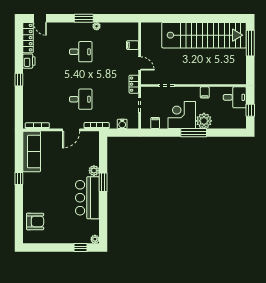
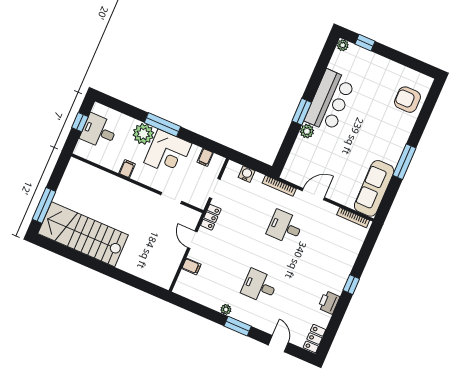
door: (40, 18) -> (278, 344), moved
stairs: (204, 35) -> (83, 234), width x0.73
locker: (28, 38) -> (314, 339), width x0.66
desk: (235, 97) -> (99, 131), moved
window: (19, 178) -> (404, 162), width x2.17

